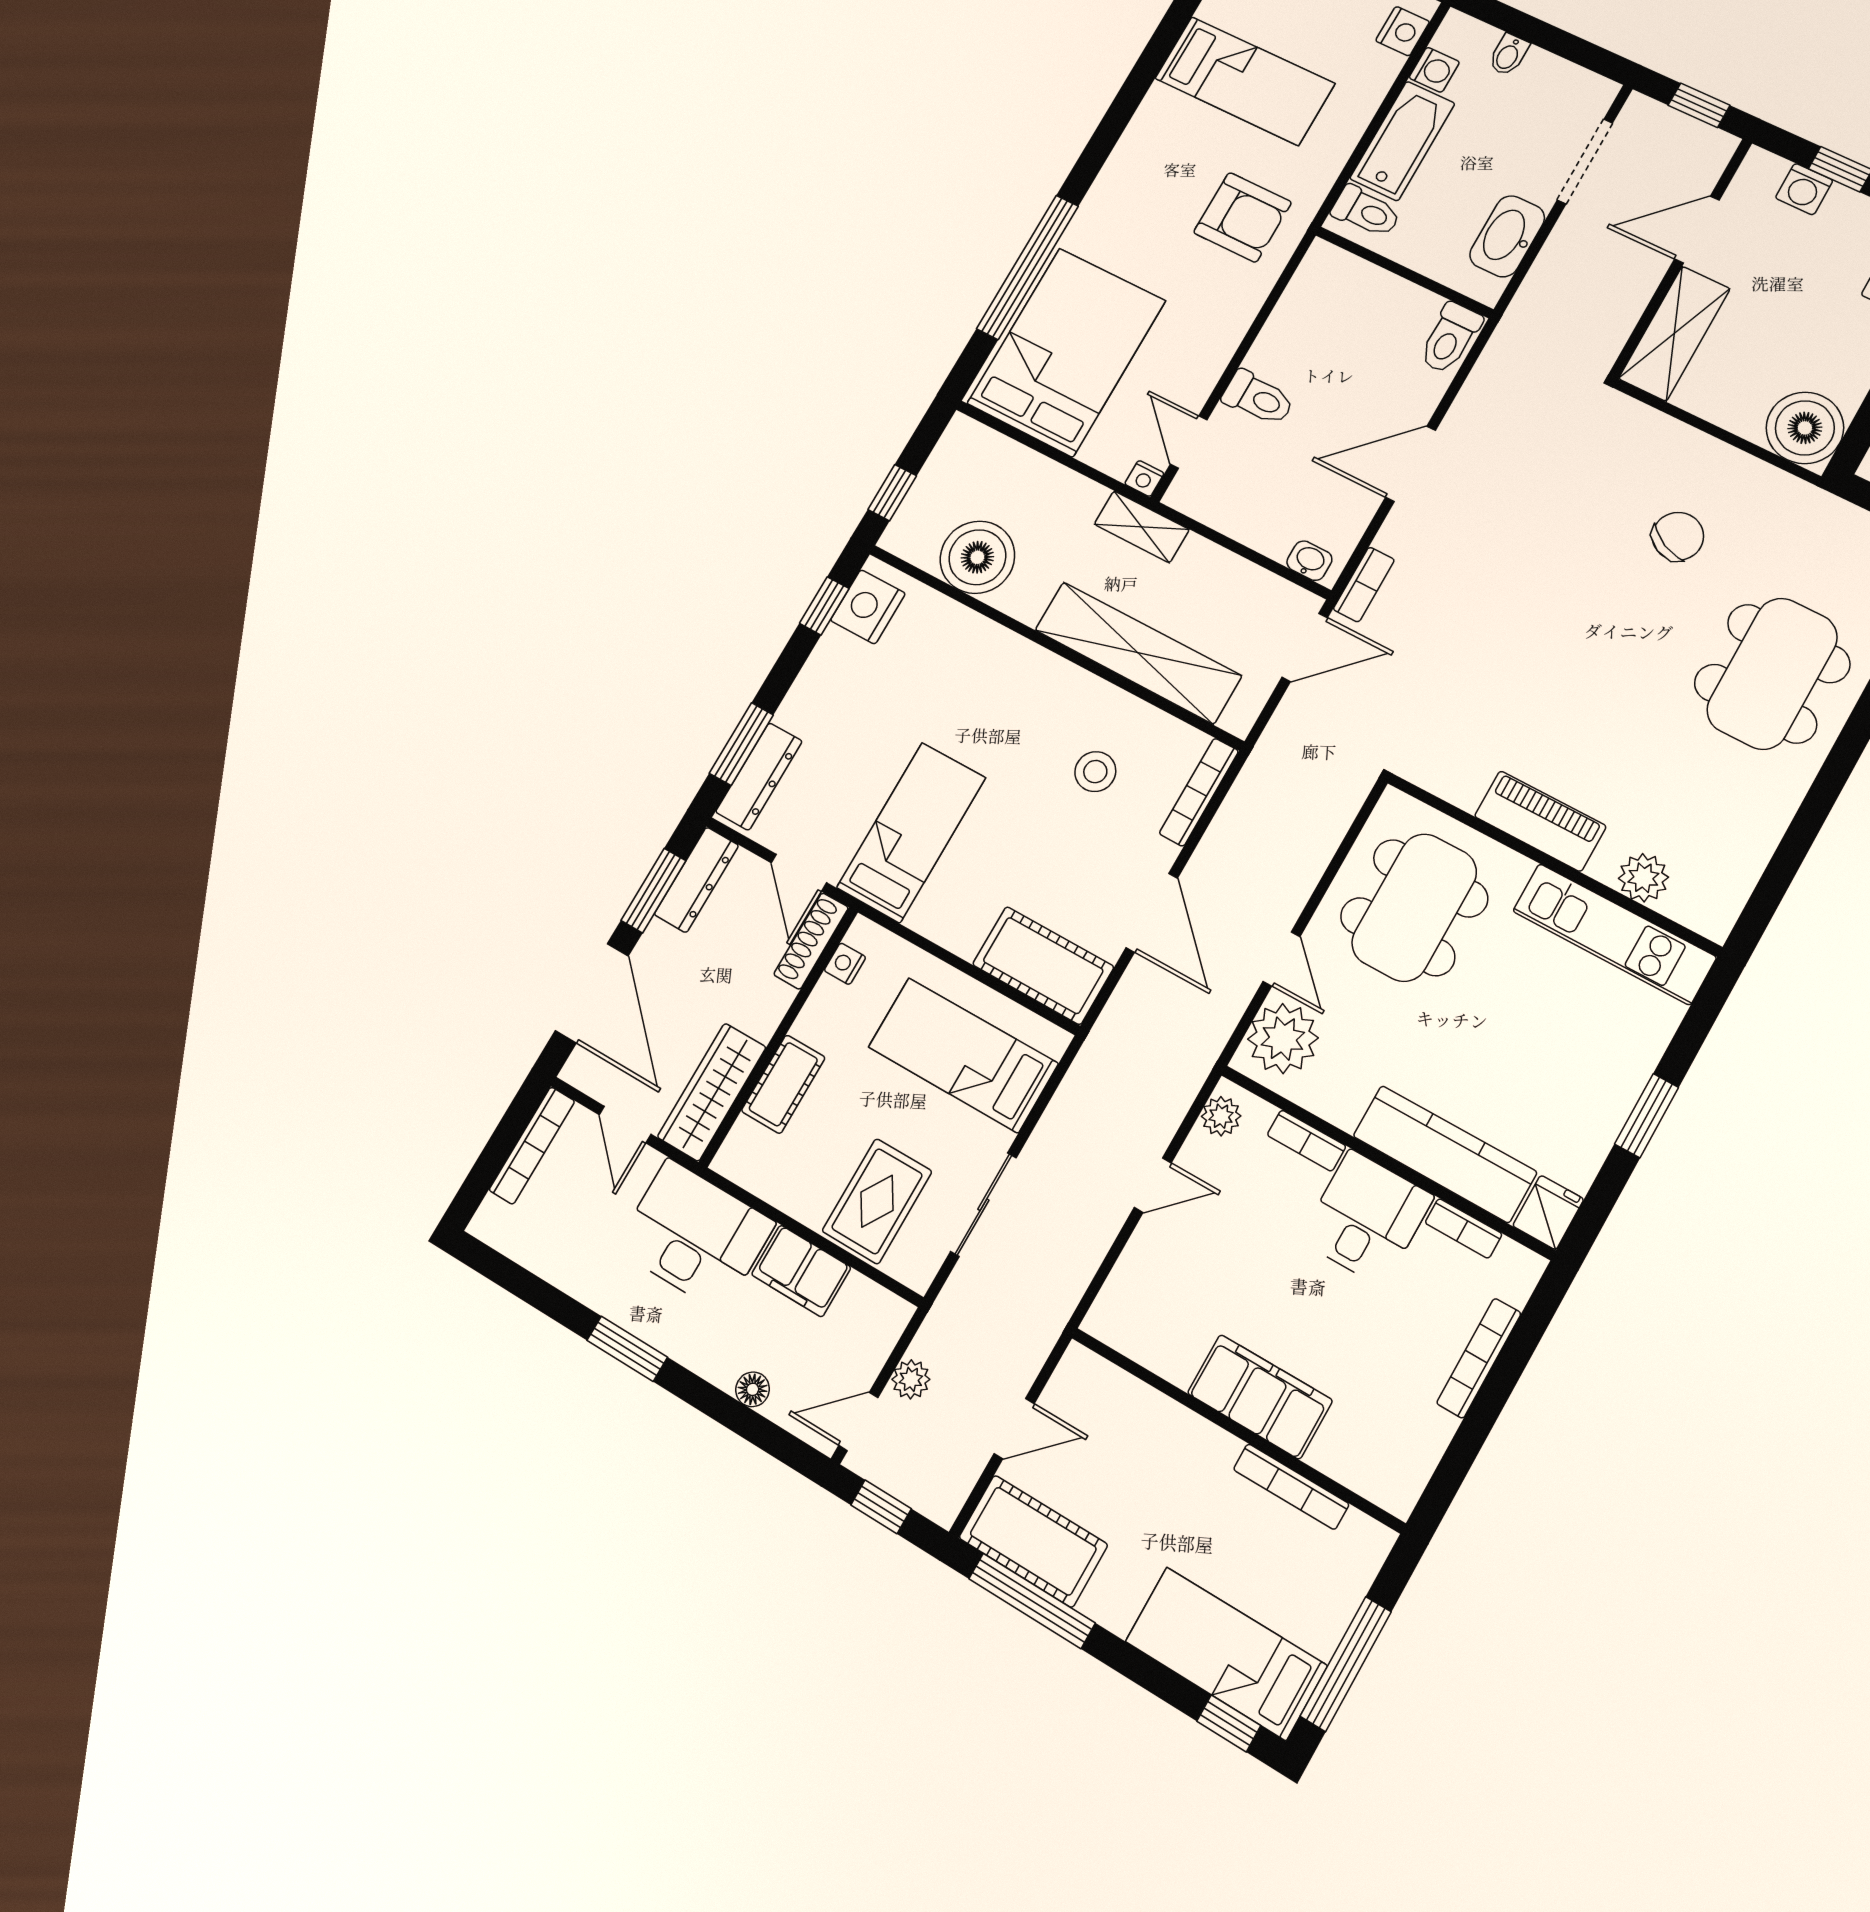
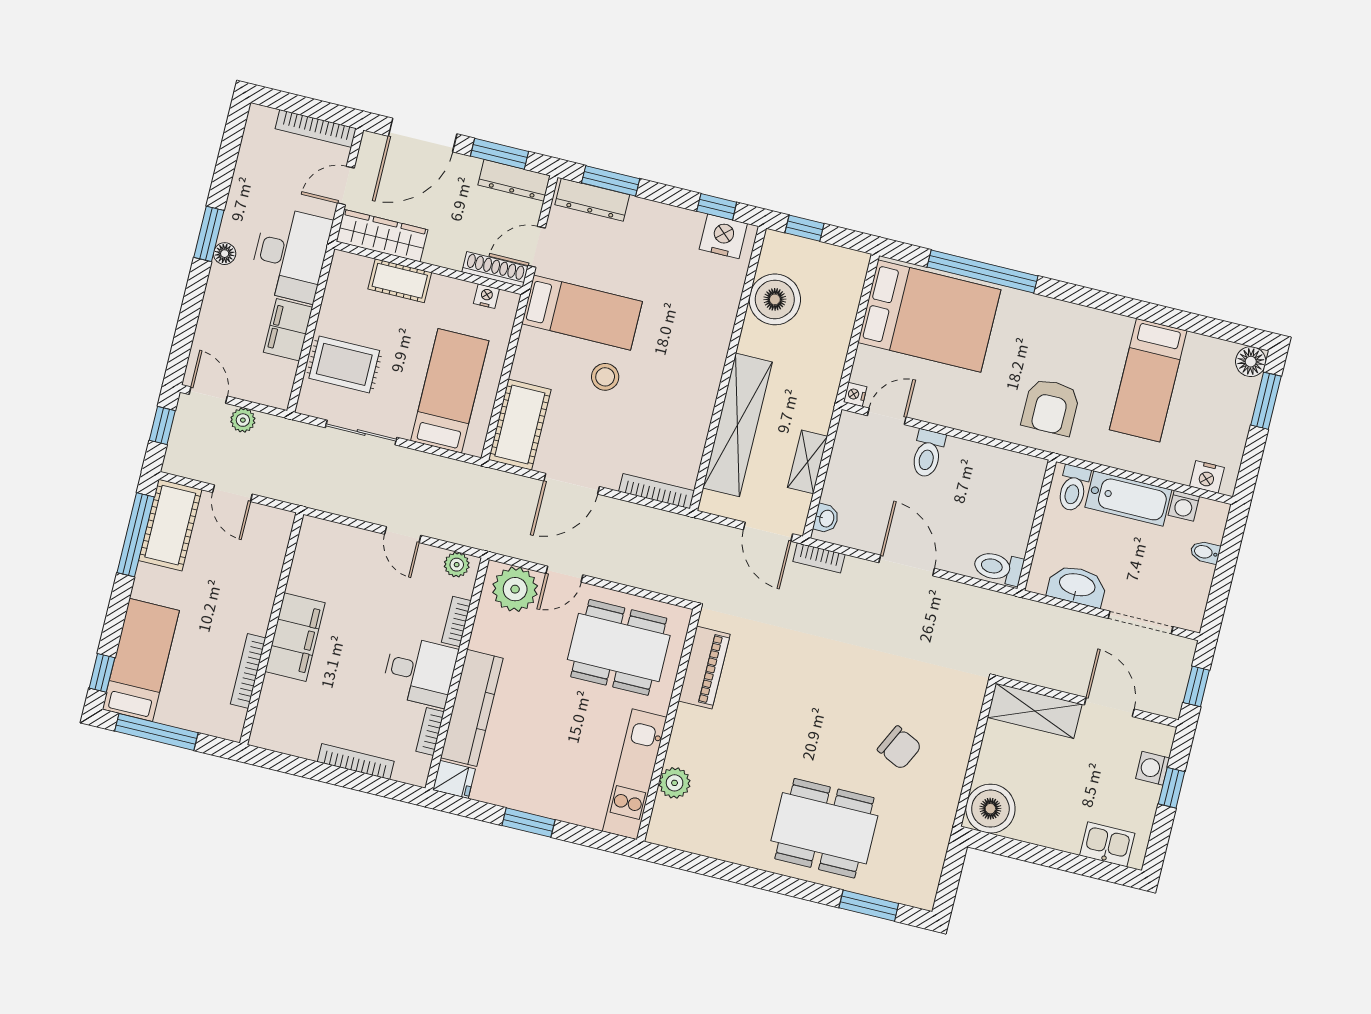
shelving: (1142, 527) -> (808, 462), moved
stool: (1095, 772) -> (605, 377), moved
piano: (1540, 821) -> (704, 668), moved
floor lamp: (753, 1389) -> (225, 254), moved

